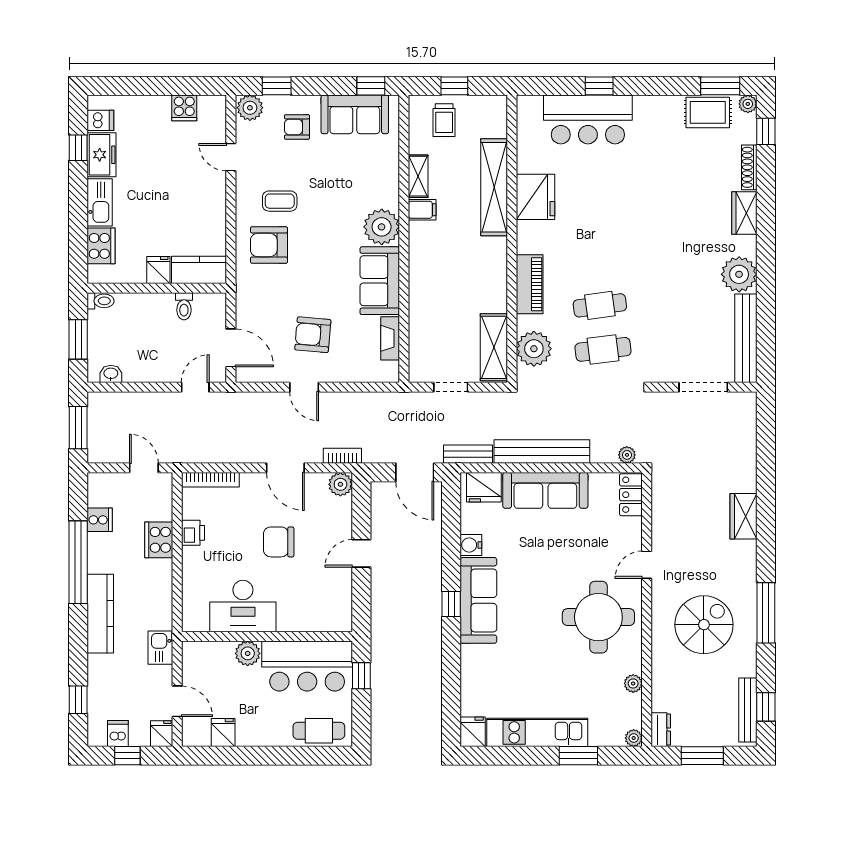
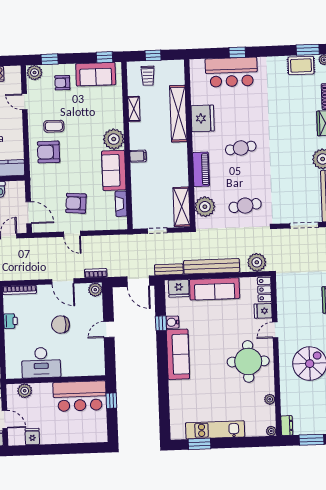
filing cabinet: (422, 210) -> (138, 156), moved
cafe table: (600, 305) -> (241, 148), moved
plant: (627, 455) -> (257, 262), width x1.88, depth x1.88
window: (451, 604) -> (161, 323), moved
plant: (248, 653) -> (25, 391), moved
cafe table: (319, 731) -> (88, 433), removed
fridge: (473, 732) -> (263, 311), moved, turned -90
window: (578, 756) -> (200, 444), moved

